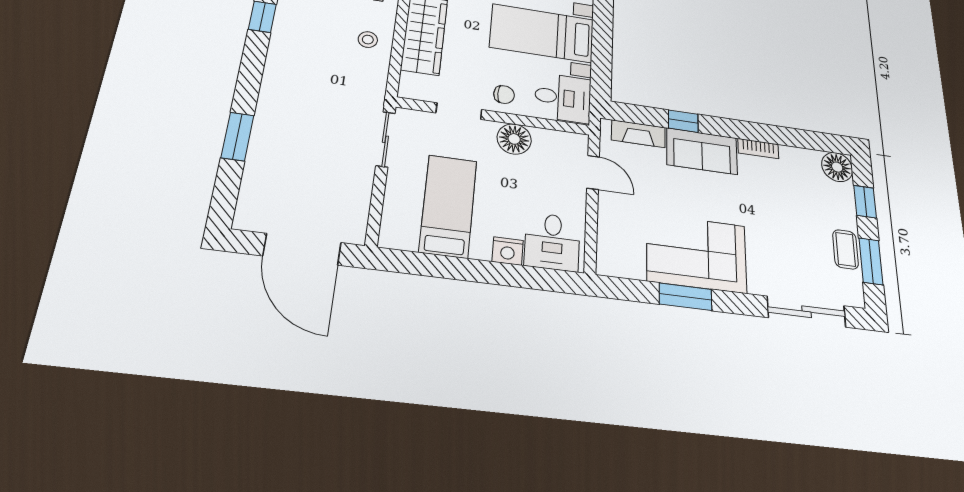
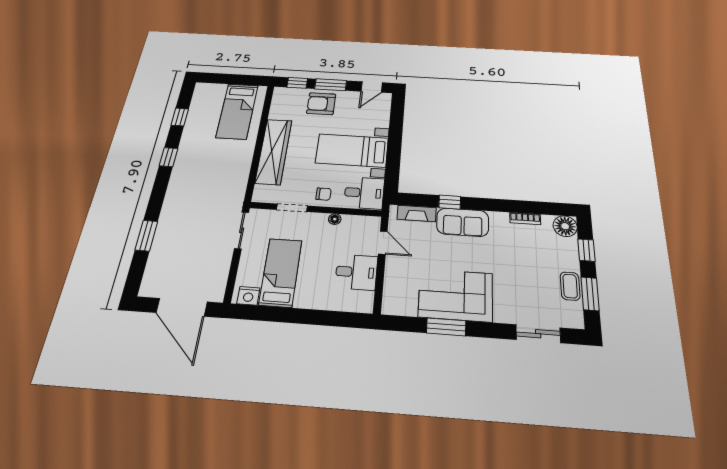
stool: (368, 40) -> (235, 165), removed
floor lamp: (514, 139) -> (335, 219), width x0.53, depth x0.53
bookcase: (758, 149) -> (525, 219), moved
desk: (552, 242) -> (356, 272), moved, turned -90
nightstand: (508, 251) -> (248, 296), moved
sliding door: (807, 312) -> (538, 334), width x0.73

